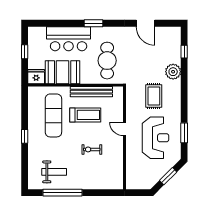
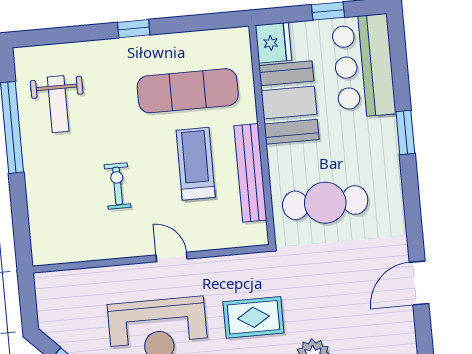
window: (93, 23) -> (405, 133), moved
bar counter: (69, 39) -> (363, 66), moved
treadmill: (85, 115) -> (196, 164), turned 180
door: (125, 129) -> (172, 257), hinge flipped

